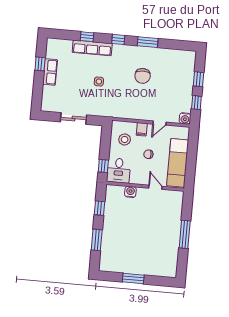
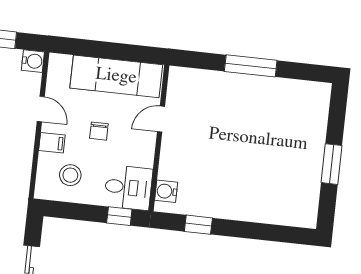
water cooler: (130, 192) -> (166, 191), moved
window: (97, 240) -> (258, 231), removed

